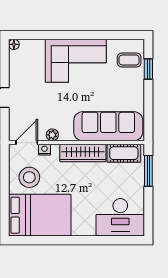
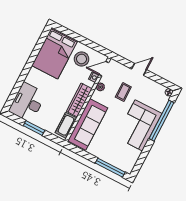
window: (55, 35) -> (161, 121), added
coffee table: (129, 60) -> (123, 92), moved
window: (148, 69) -> (110, 168), width x2.17
door: (27, 142) -> (104, 69), swing flipped
window: (148, 171) -> (34, 128), moved

